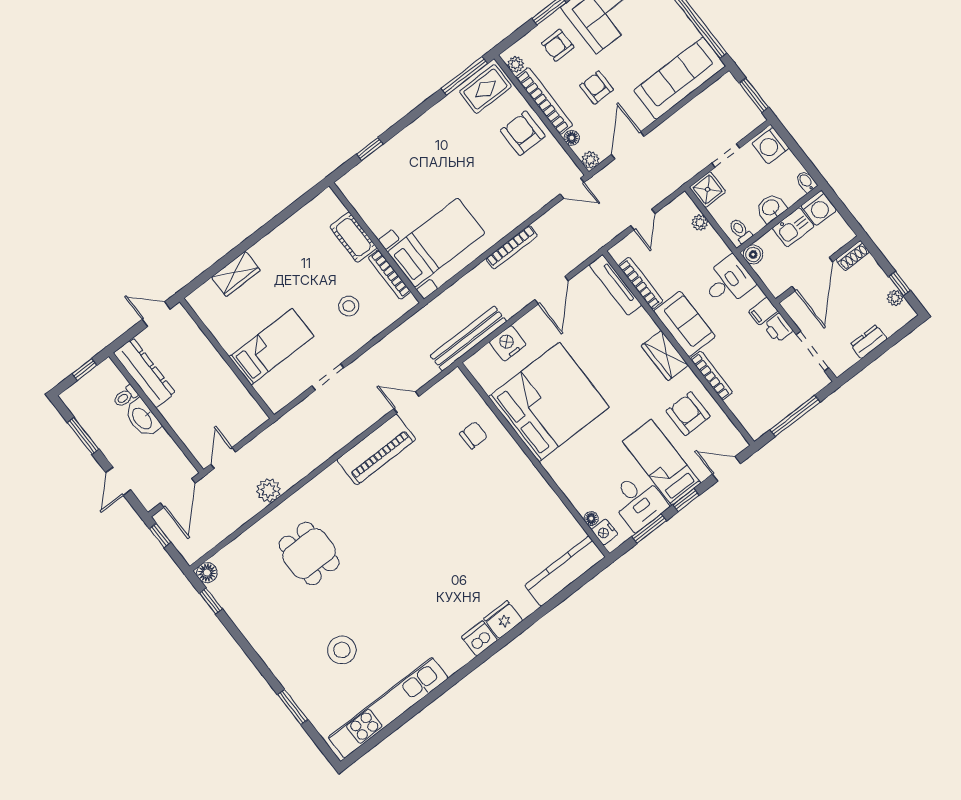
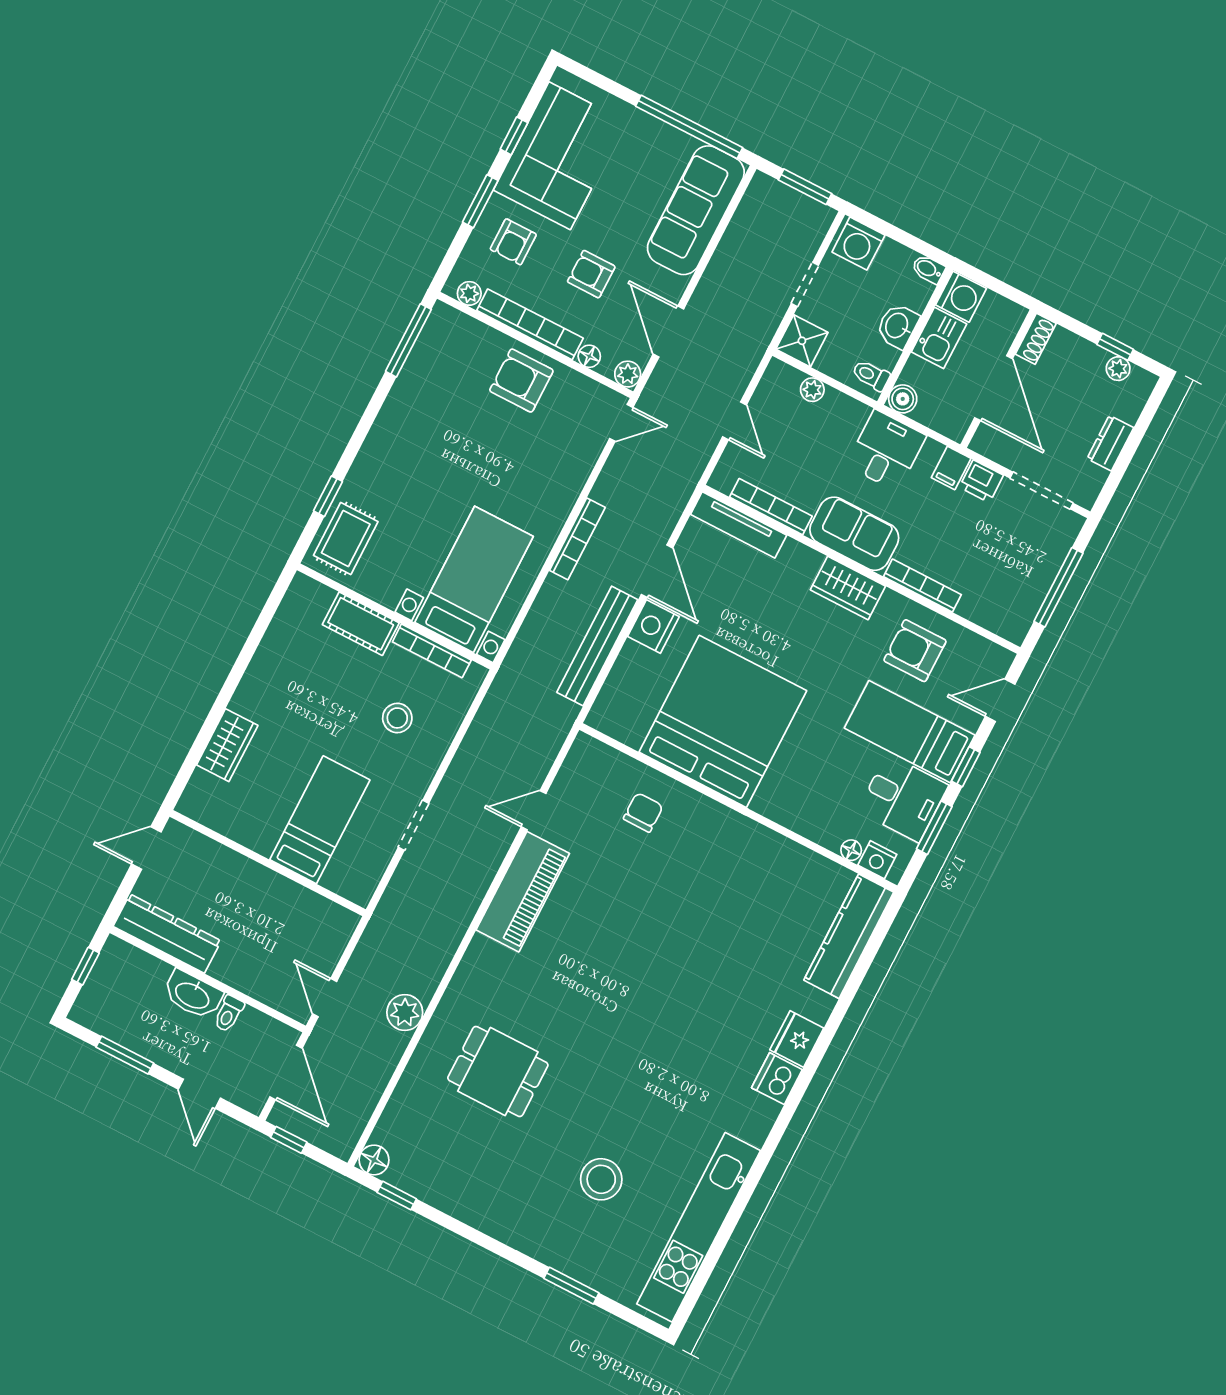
rug: (485, 89) -> (346, 538), moved
bench: (468, 338) -> (597, 646), moved
nightstand: (508, 343) -> (653, 627), moved
toilet: (125, 396) -> (229, 1014), moved

